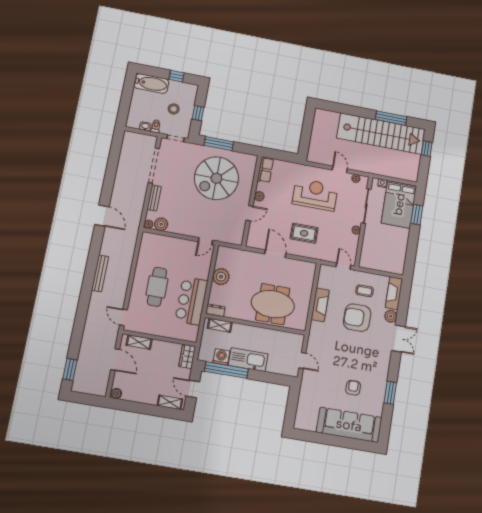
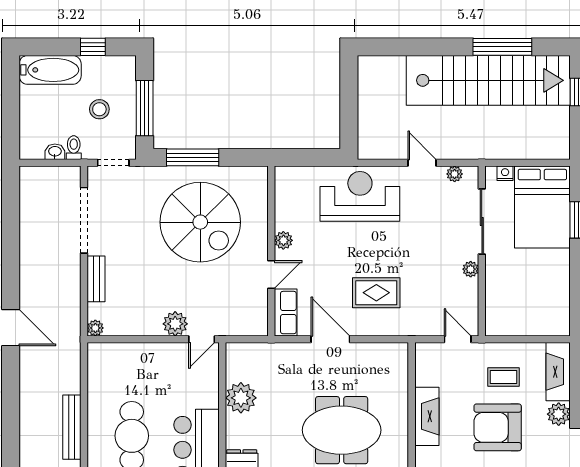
window: (198, 113) -> (145, 108), width x2.17
row of seats: (265, 170) -> (286, 313), moved
spiral stairs: (216, 178) -> (200, 222), turned -90
reception desk: (315, 195) -> (360, 196), moved
plant: (161, 224) -> (175, 324), moved
bench: (100, 273) -> (72, 427), moved

